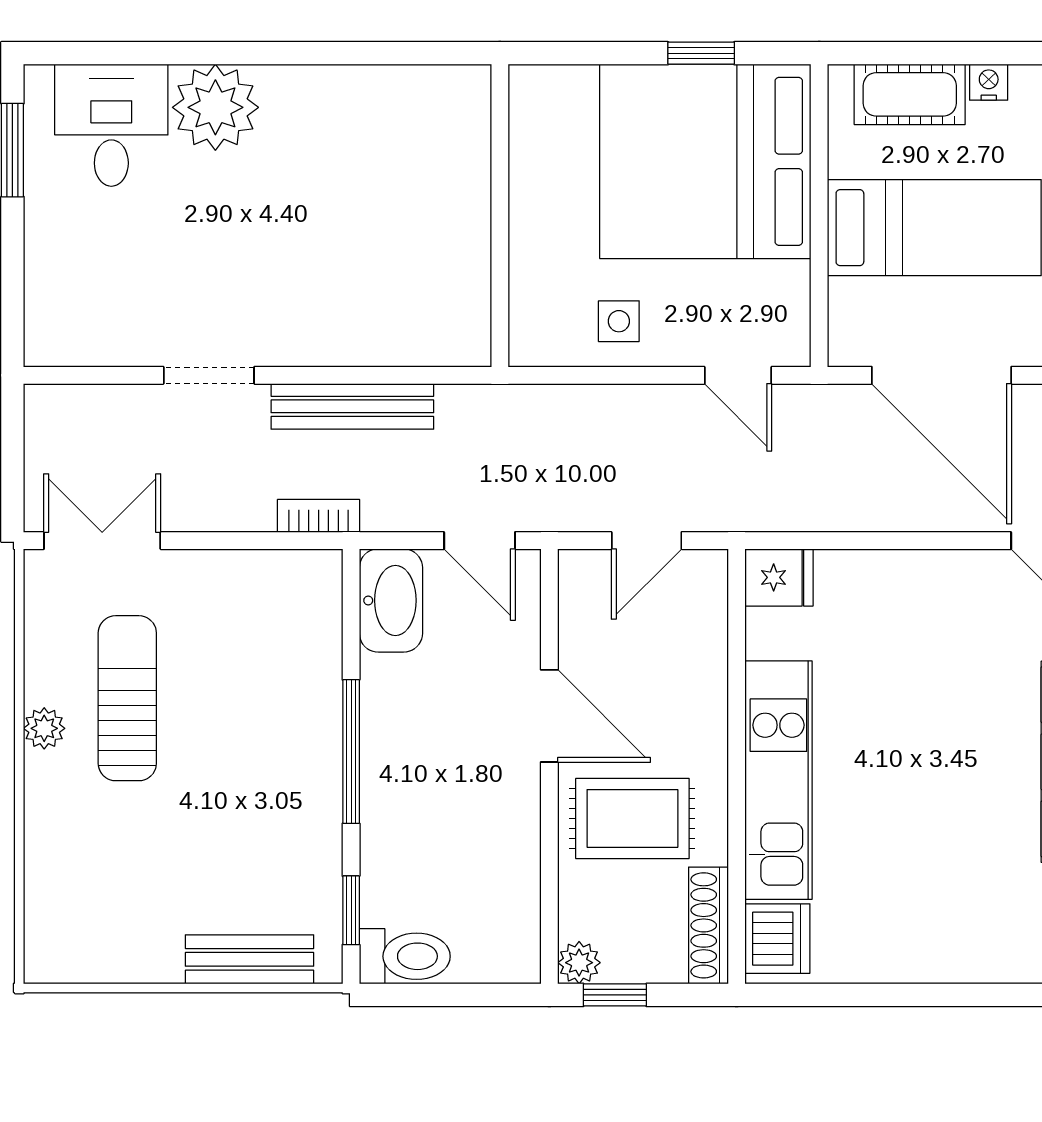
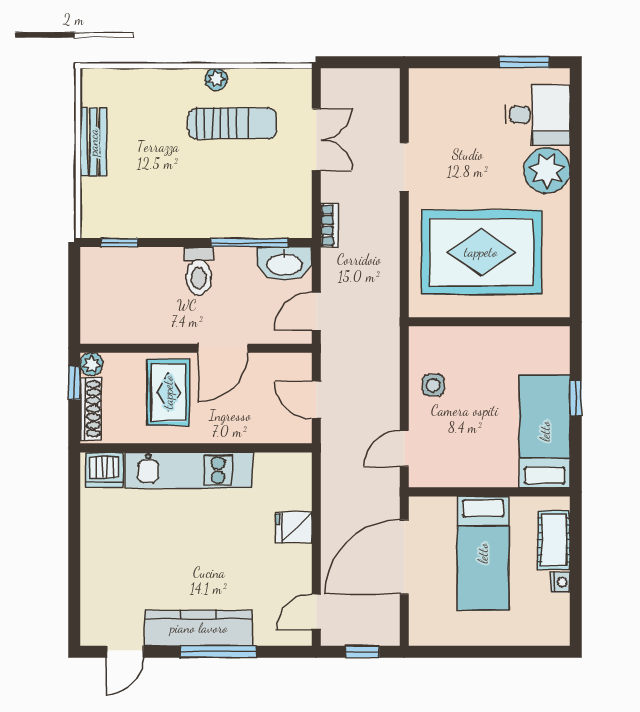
window: (701, 53) -> (576, 398), moved
bed: (705, 161) -> (545, 431), width x0.49
rug: (369, 231) -> (481, 252), added
bench: (352, 406) -> (388, 243), removed
double door: (102, 541) -> (316, 140), moved
fridge: (779, 577) -> (294, 527), moved, turned 90
window: (351, 752) -> (250, 243), moved
shoe rack: (708, 925) -> (91, 409), moved, turned 90
toilet: (405, 956) -> (199, 271), moved
bench: (250, 959) -> (93, 142), moved

